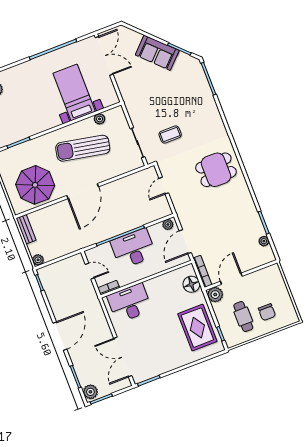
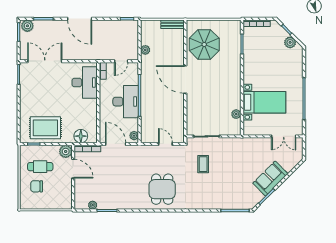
double door: (104, 56) -> (284, 136), width x0.73
sun lounger: (83, 148) -> (219, 92), removed
plant: (38, 260) -> (145, 50), moved

